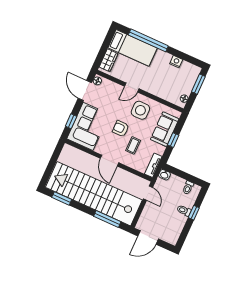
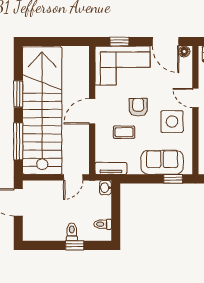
door: (85, 91) -> (165, 42), swing flipped
window: (173, 140) -> (173, 179), moved
window: (62, 198) -> (18, 94), moved

